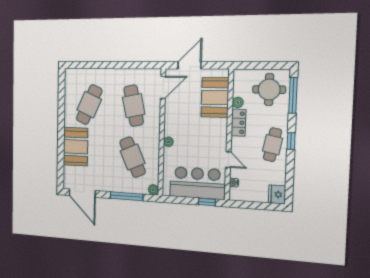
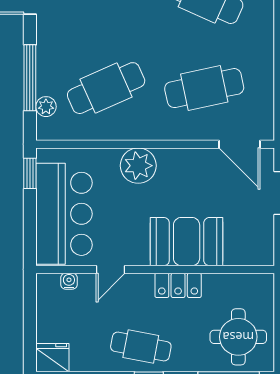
booth: (215, 97) -> (187, 242), moved
plant: (238, 102) -> (214, 283), removed
plant: (168, 142) -> (138, 166), width x1.87, depth x1.87
plant: (153, 190) -> (46, 107), moved
window: (207, 202) -> (30, 173), moved

